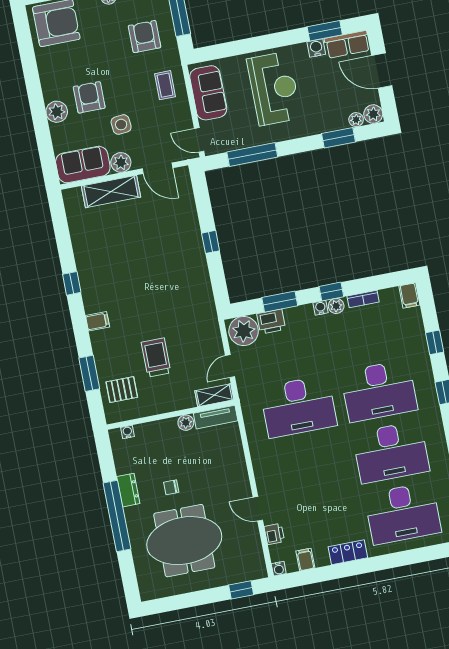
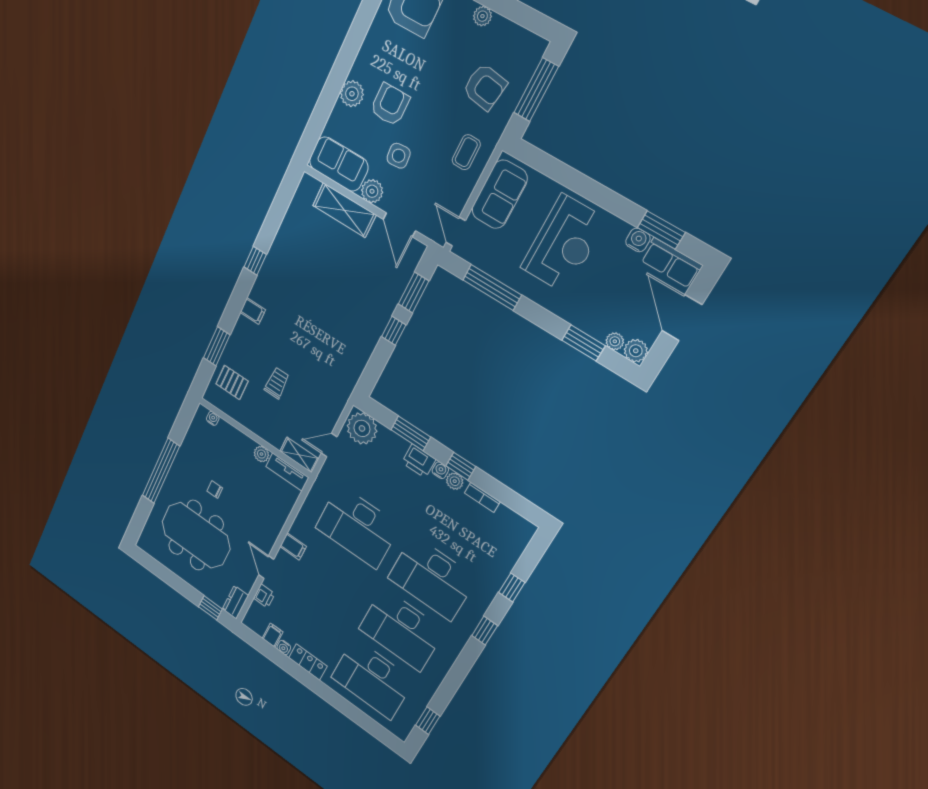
armchair: (145, 37) -> (485, 87), turned 99
window: (203, 204) -> (413, 293), added
filing cabinet: (409, 295) -> (293, 546), moved, turned -90
printer: (271, 321) -> (419, 461), moved
trolley: (156, 357) -> (277, 383), width x0.73, depth x0.72
dresser: (128, 490) -> (235, 602), moved, turned 180
water cooler: (279, 569) -> (284, 647), moved

